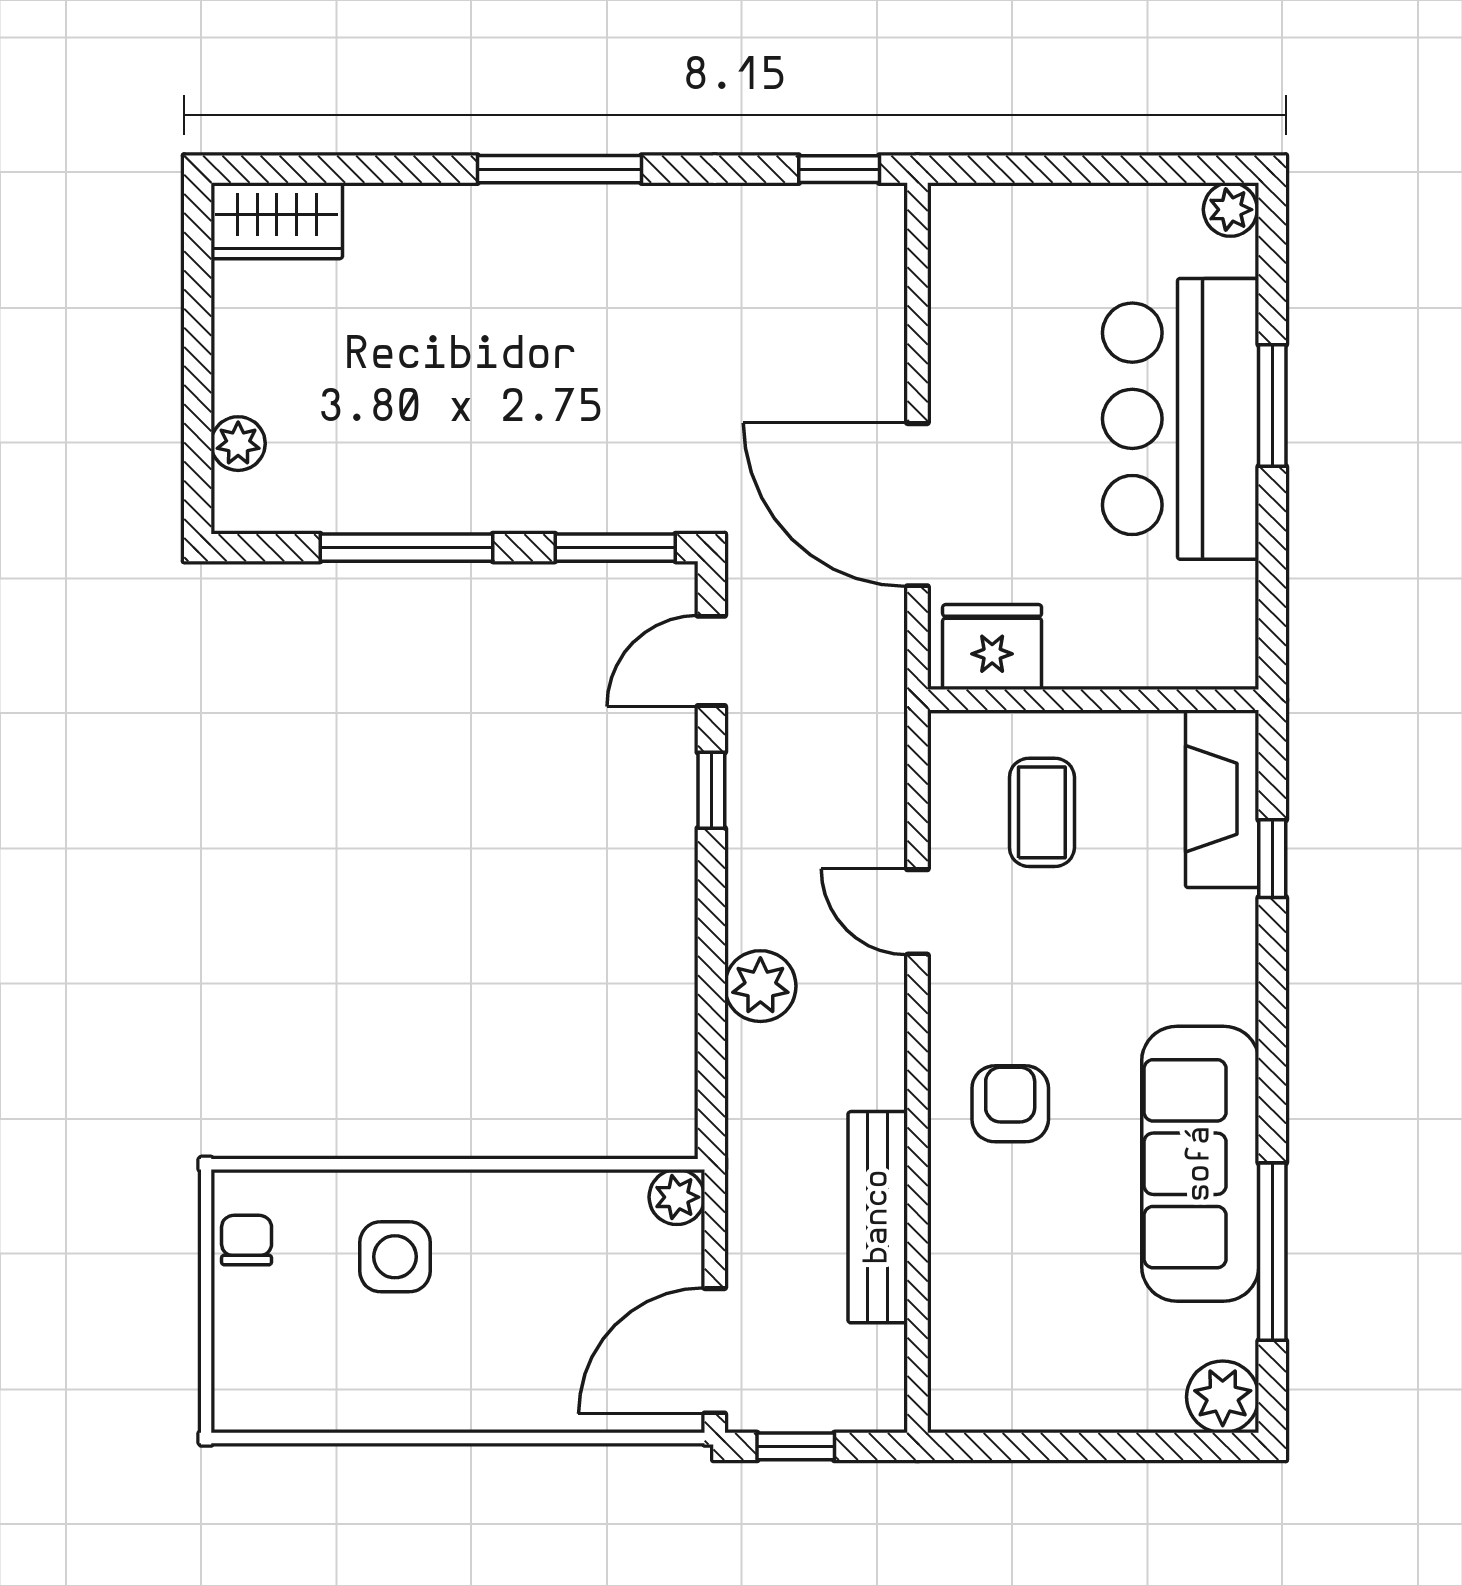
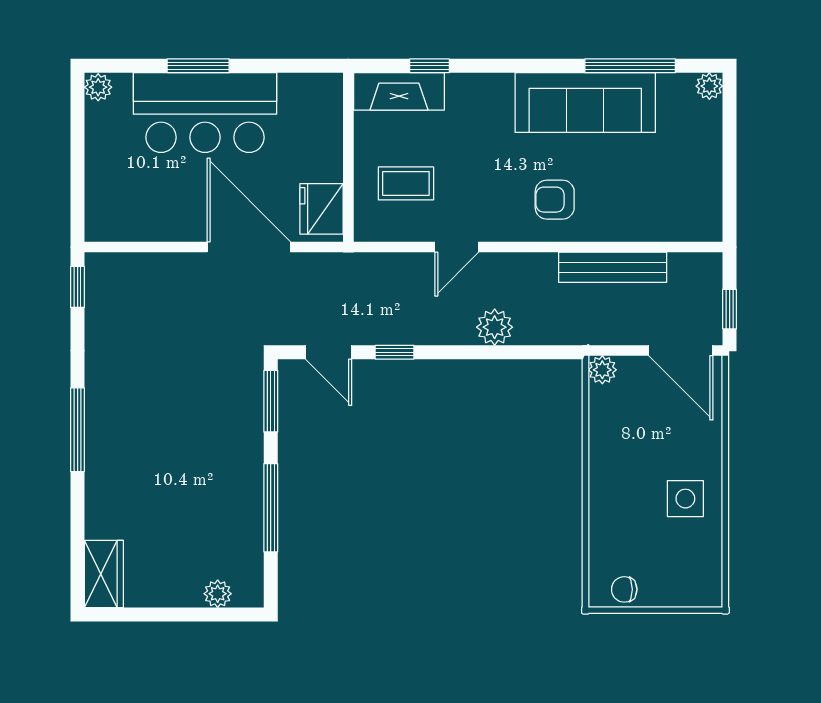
door: (917, 505) -> (249, 247), swing flipped
side table: (395, 1257) -> (685, 499), moved
plant: (1223, 1397) -> (709, 86), width x0.73, depth x0.73

